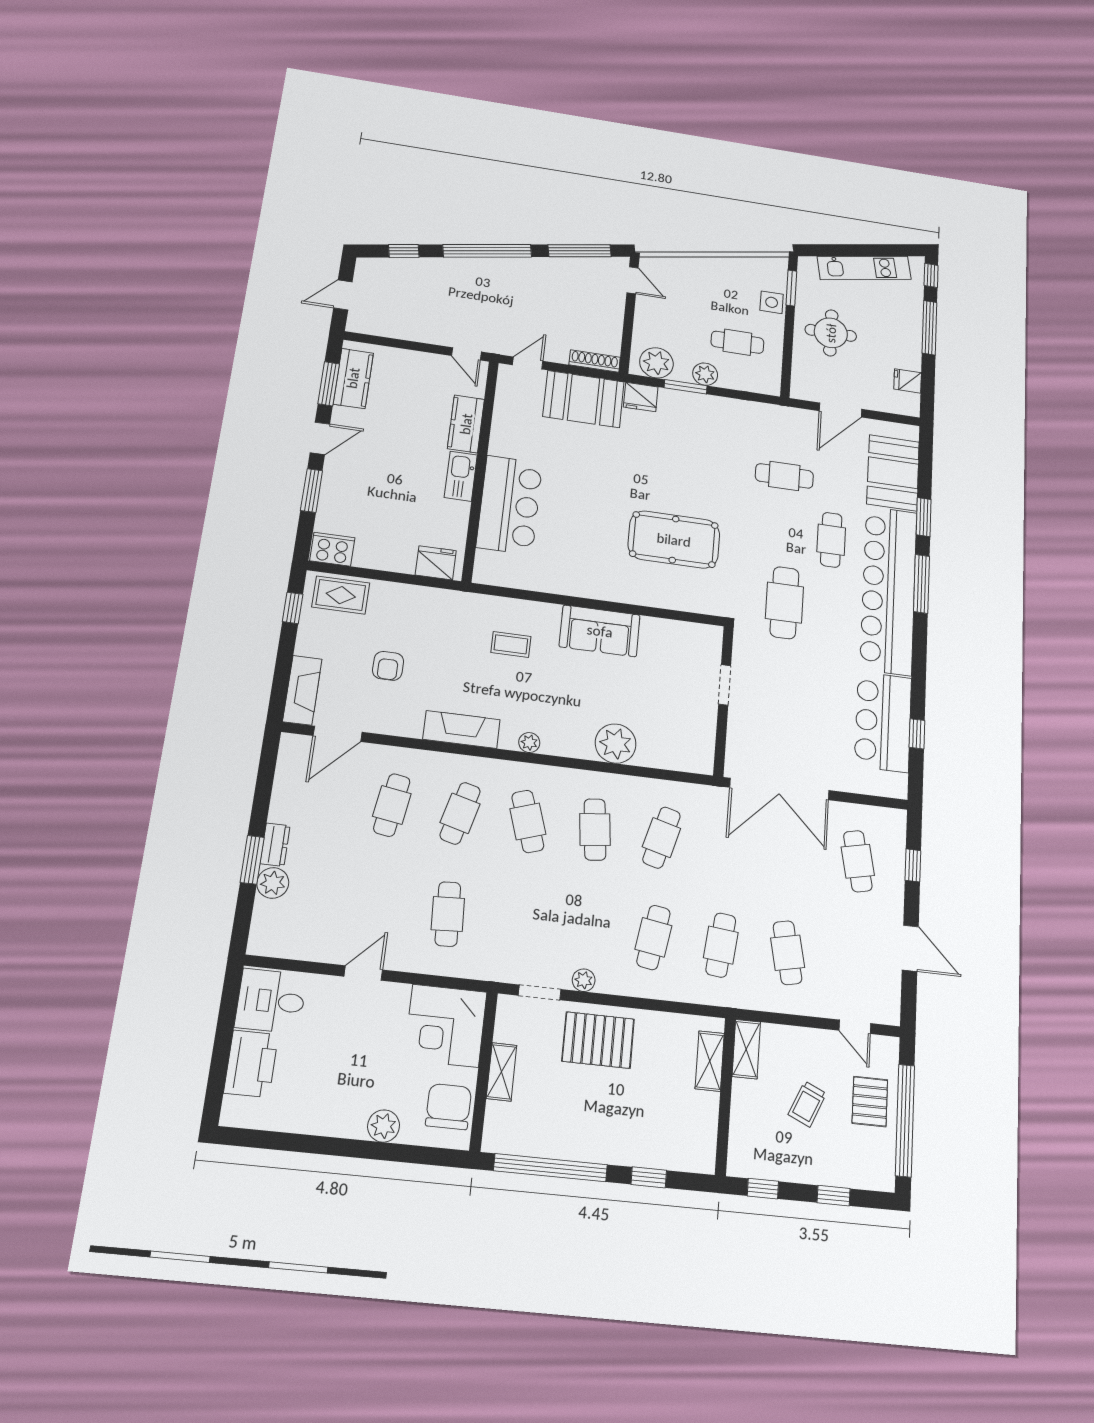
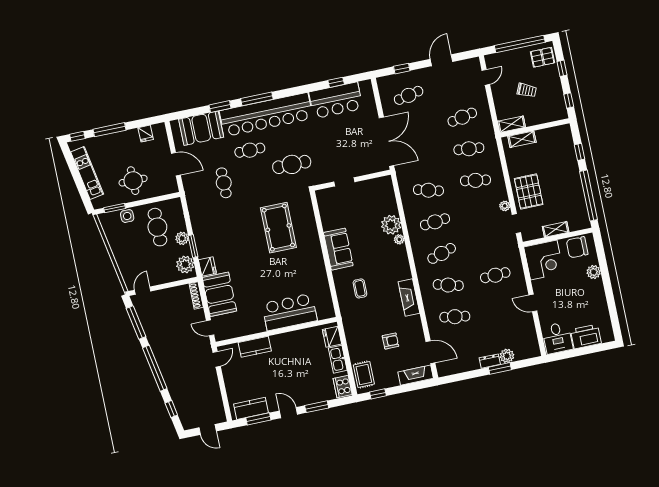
cafe table: (737, 342) -> (157, 227), width x1.37, depth x1.35
kitchen sink: (461, 476) -> (338, 359), moved, turned 90
plant: (529, 743) -> (399, 239), moved
pallet: (870, 1101) -> (543, 57), moved

